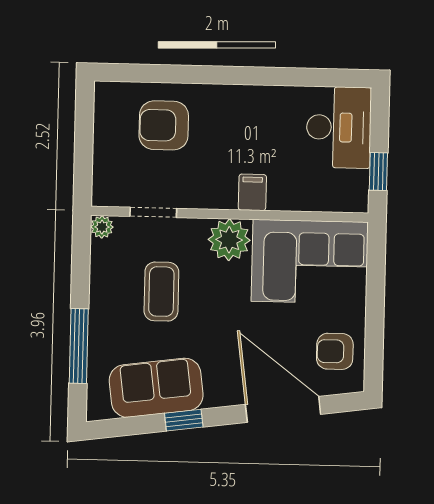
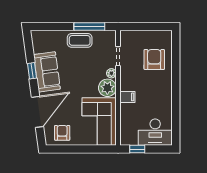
plant: (102, 227) -> (111, 73), moved
coffee table: (161, 292) -> (80, 40), moved
window: (79, 346) -> (89, 26), moved
sofa: (156, 388) -> (47, 72), moved

